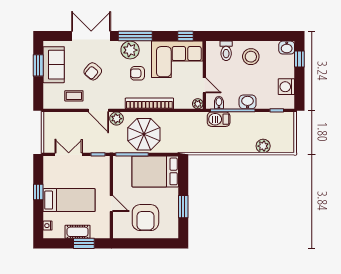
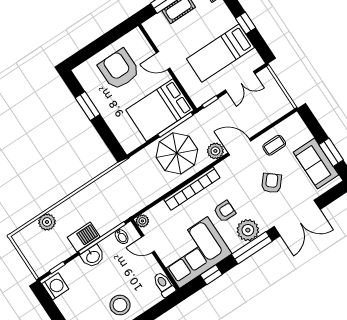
window: (186, 36) -> (211, 275), moved
toilet: (226, 51) -> (164, 285), moved
washing machine: (286, 87) -> (55, 286), moved
barbecue: (219, 119) -> (84, 237), moved
bed: (155, 171) -> (160, 110), moved, turned 180
bed: (69, 200) -> (220, 53), moved

